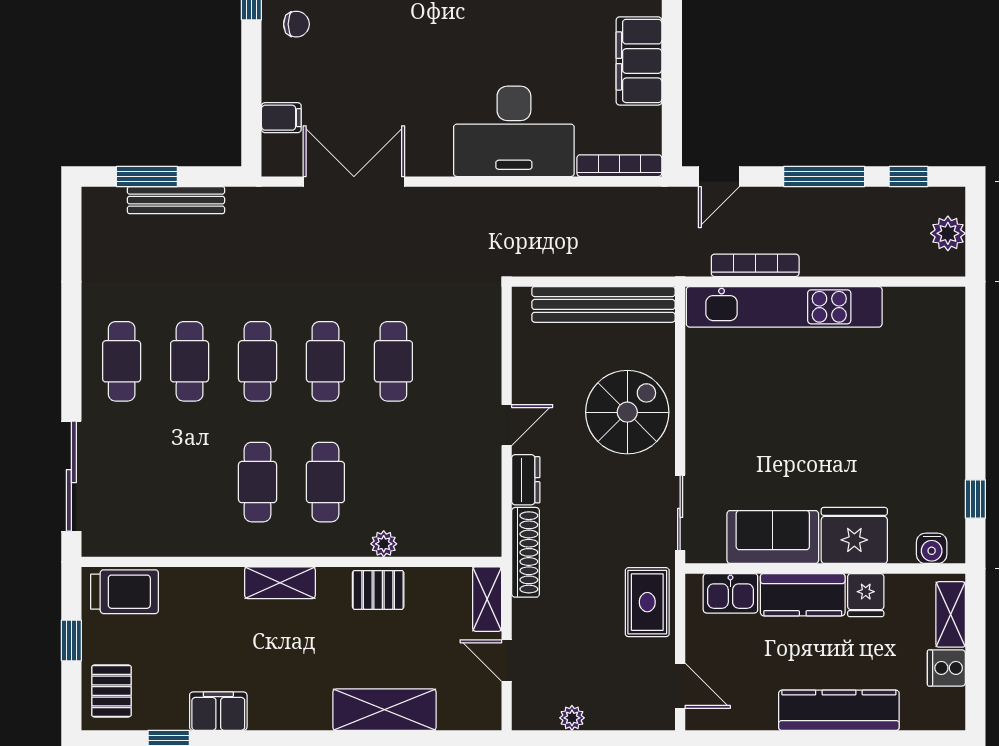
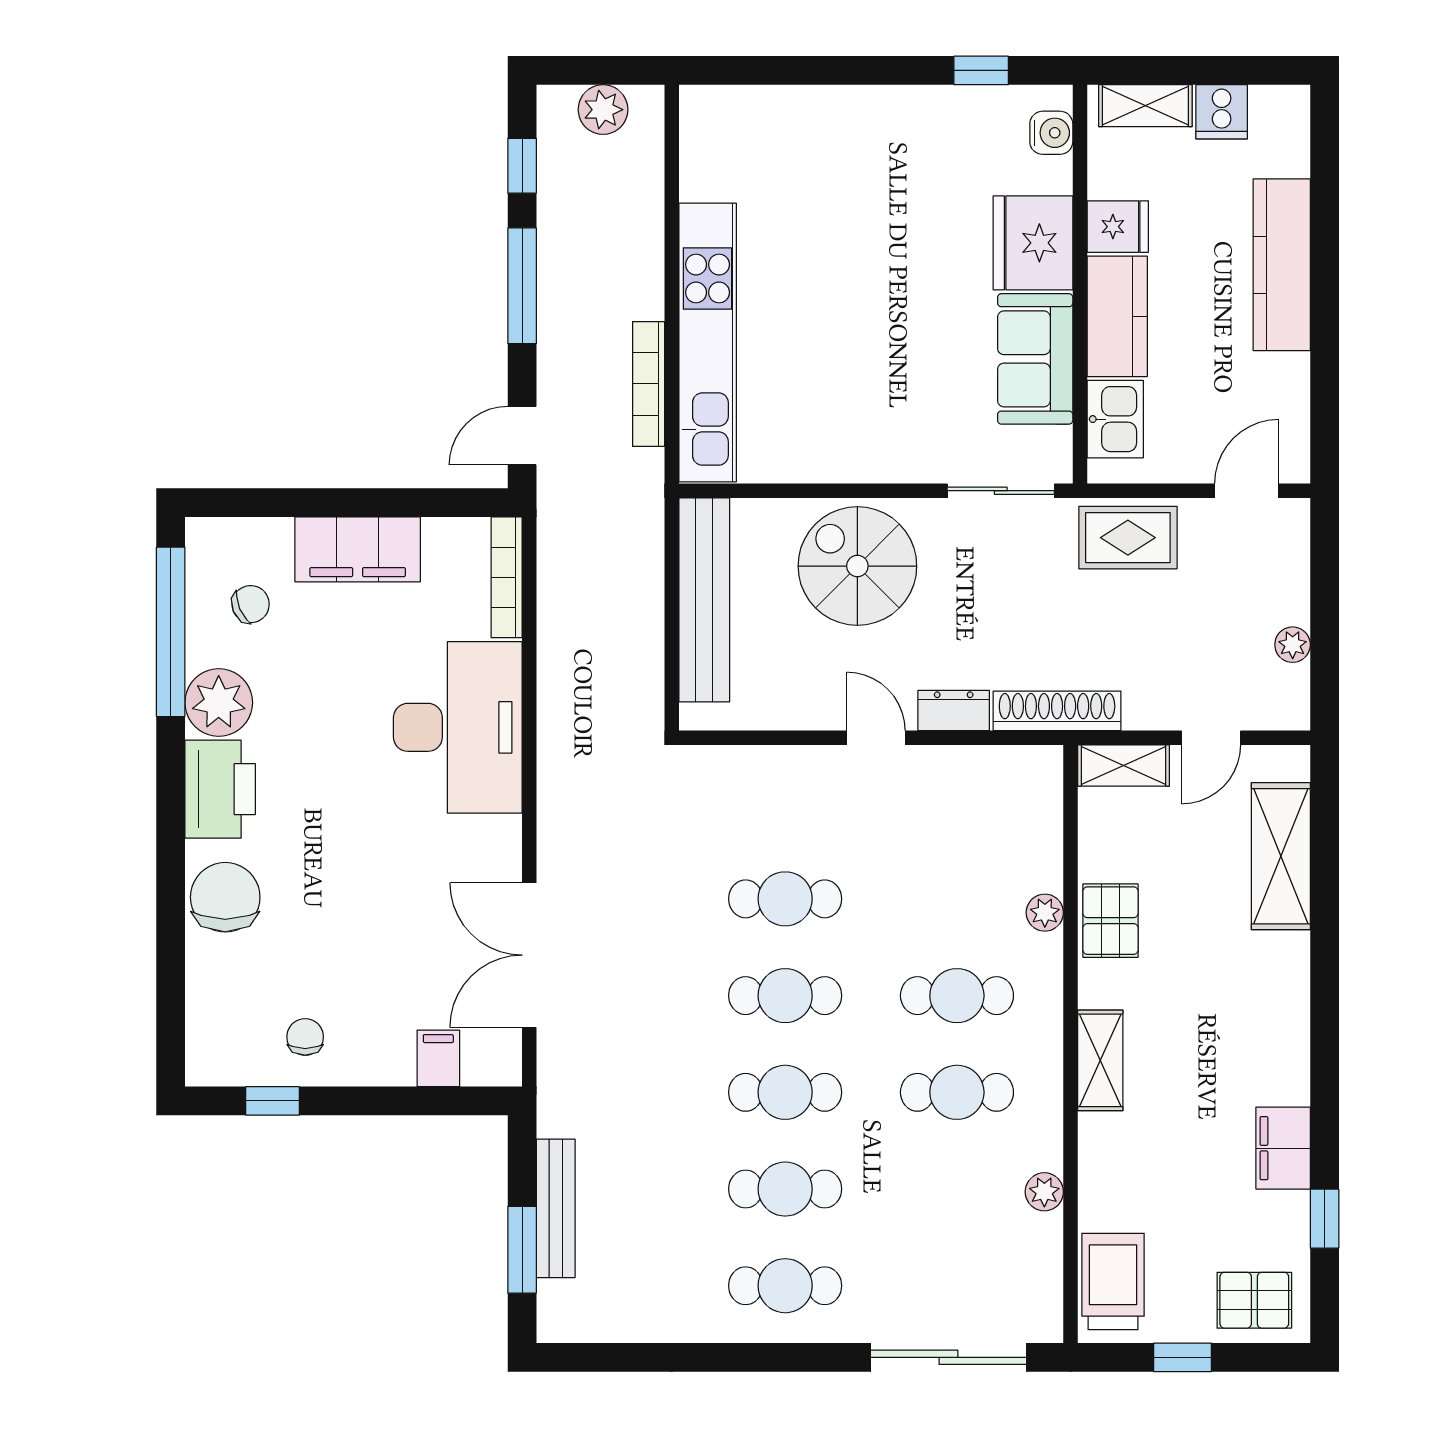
door: (719, 177) -> (522, 436), swing flipped
plant: (188, 543) -> (1044, 1192), added
shelving: (384, 710) -> (1281, 856), moved

